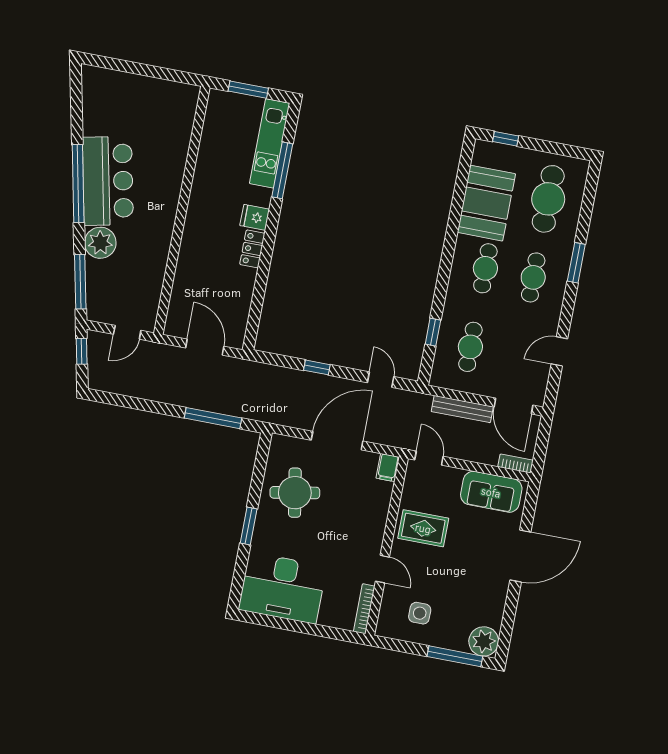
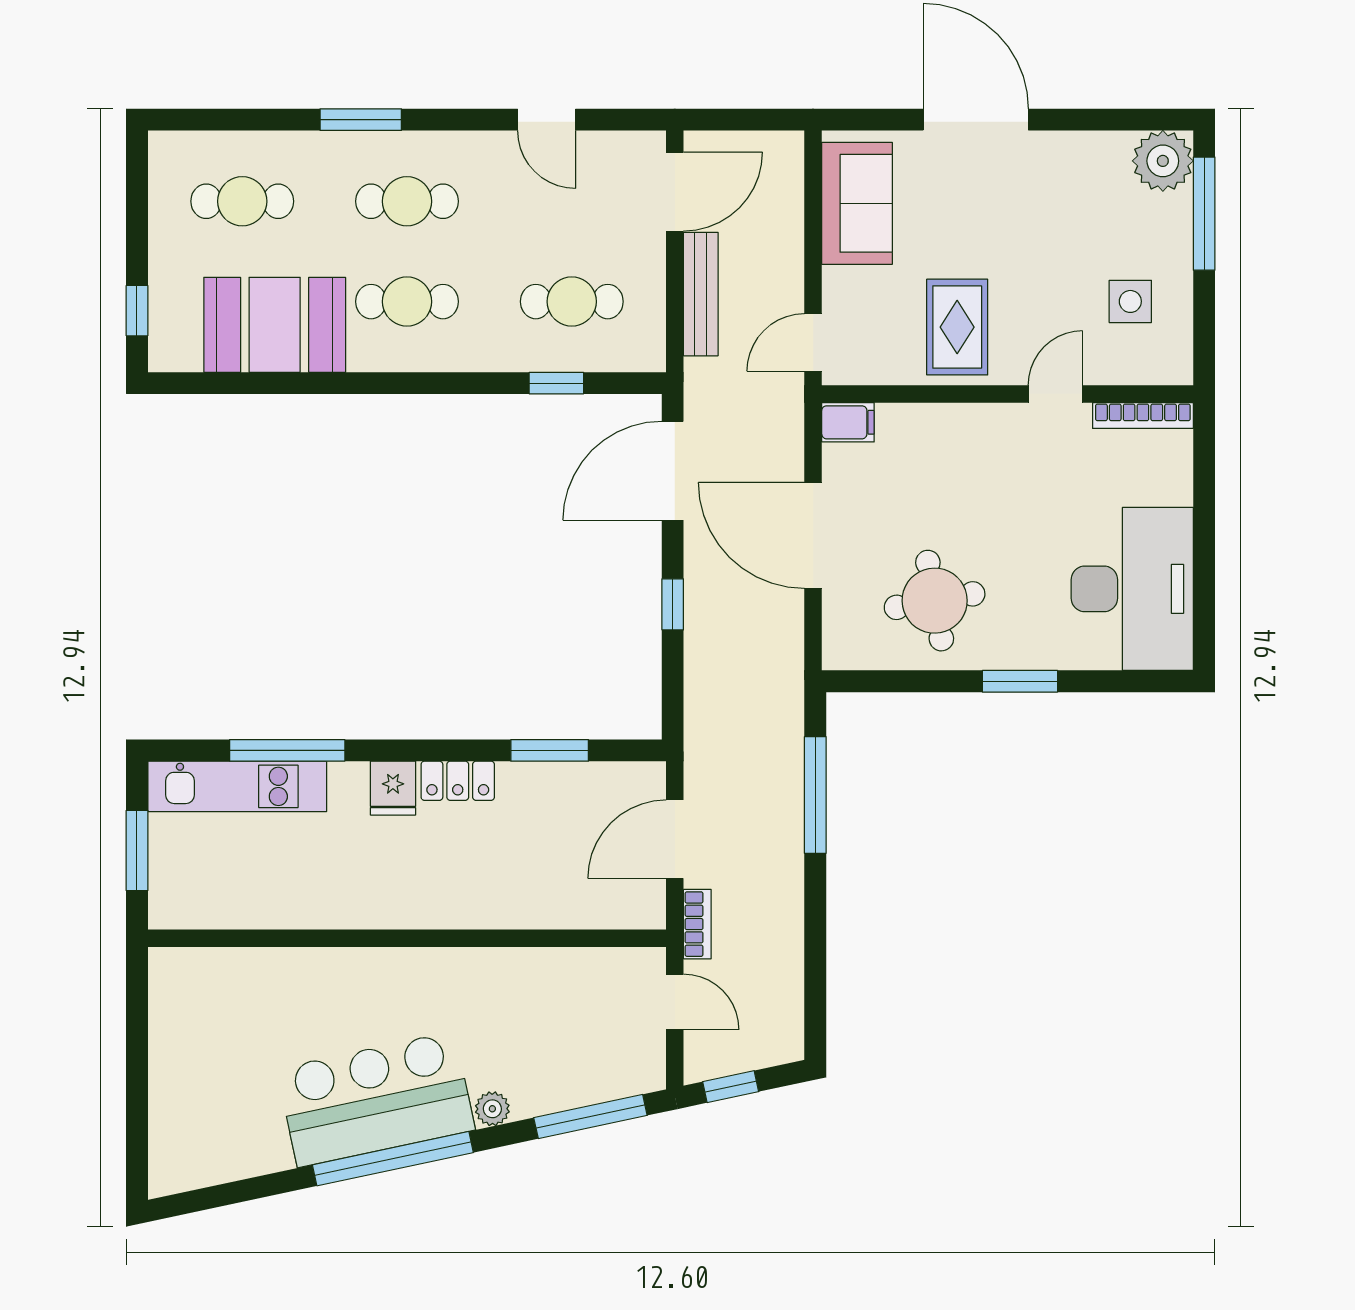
cafe table: (548, 199) -> (242, 201), width x0.73, depth x0.74
plant: (100, 243) -> (492, 1109), width x0.53, depth x0.53
window: (258, 295) -> (550, 750), added
door: (381, 380) -> (673, 471), width x1.87
bookcase: (516, 464) -> (697, 924), moved, turned 180

